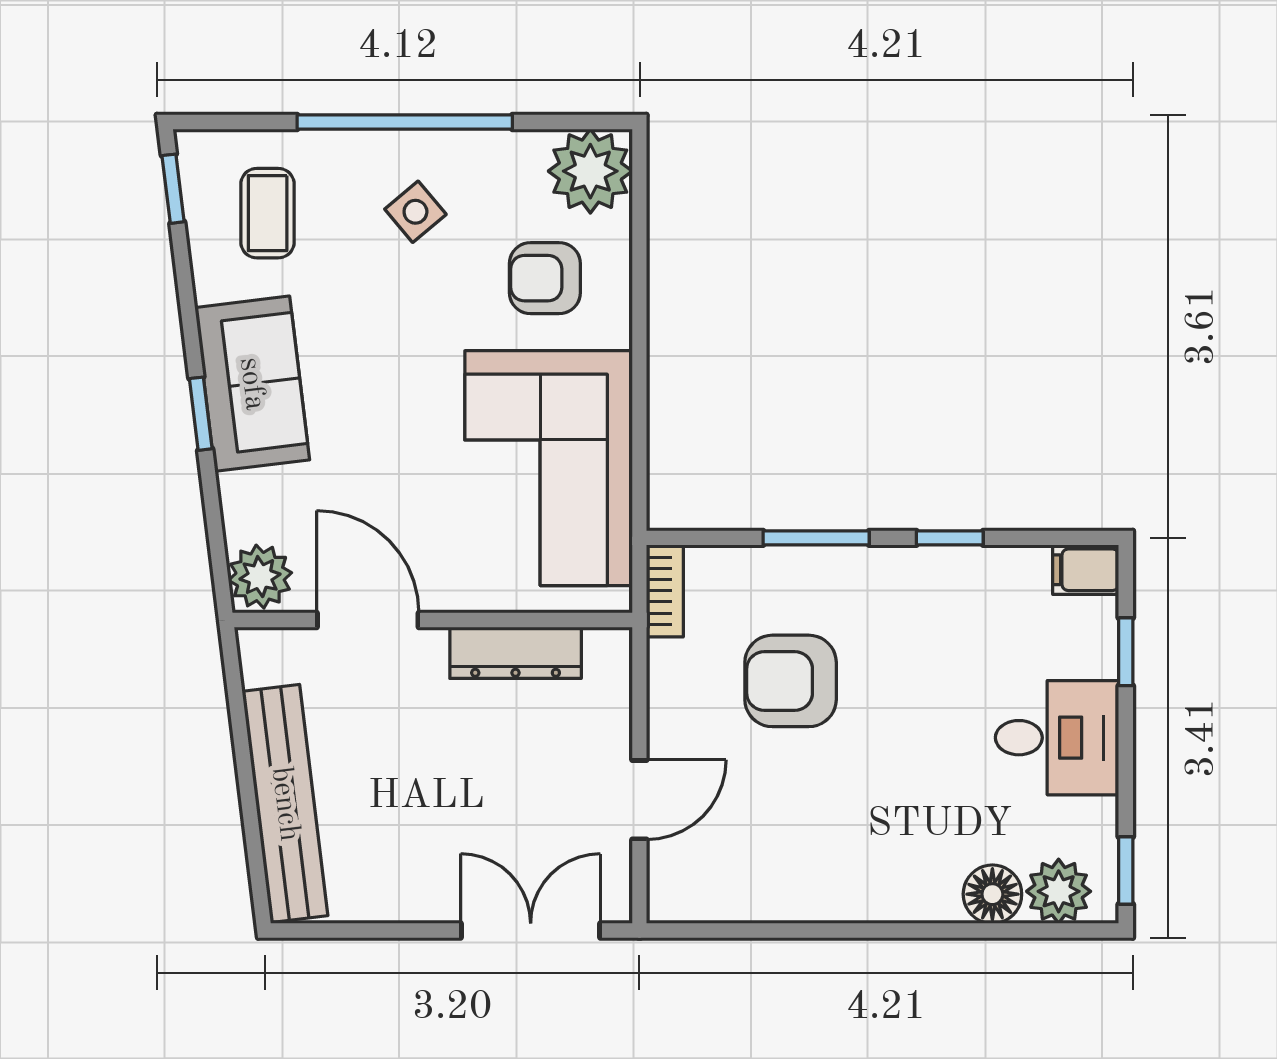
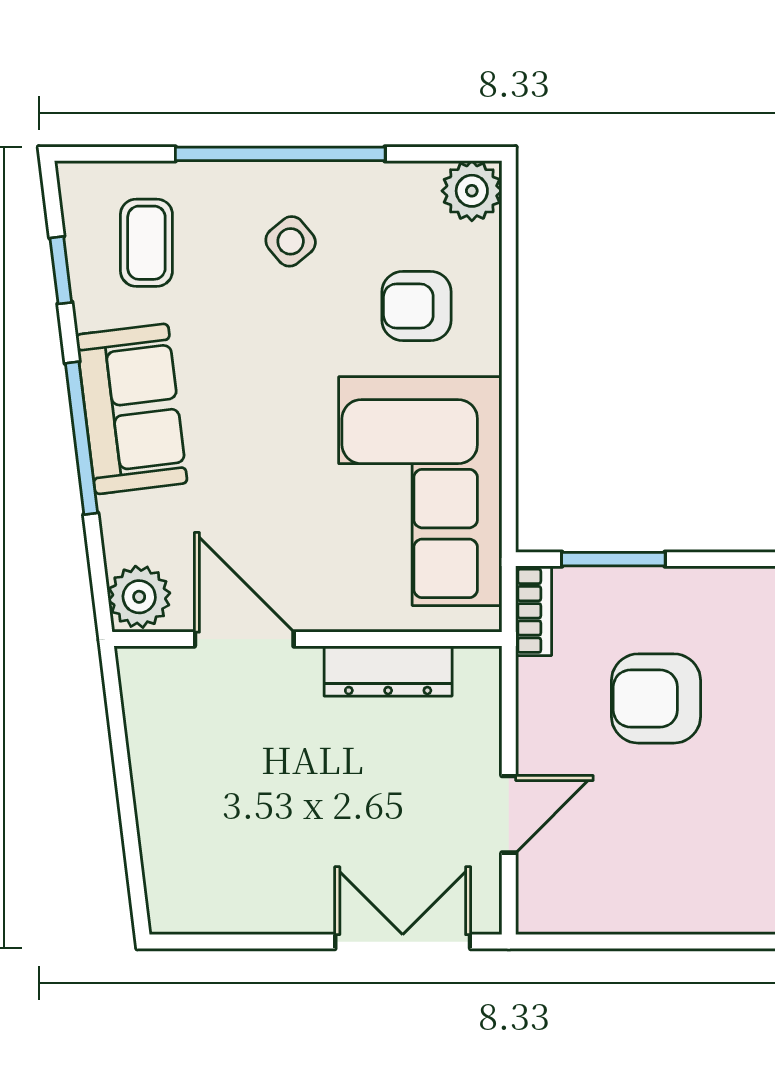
plant: (590, 171) -> (472, 191), width x0.73, depth x0.73
window: (173, 189) -> (61, 270), moved
window: (201, 414) -> (81, 438), width x2.17
window: (816, 538) -> (613, 559), moved
bench: (285, 804) -> (163, 818), removed

